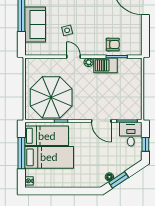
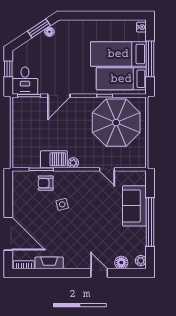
side table: (67, 30) -> (62, 204), moved
door: (74, 57) -> (107, 169), moved
door: (101, 121) -> (59, 96), swing flipped

